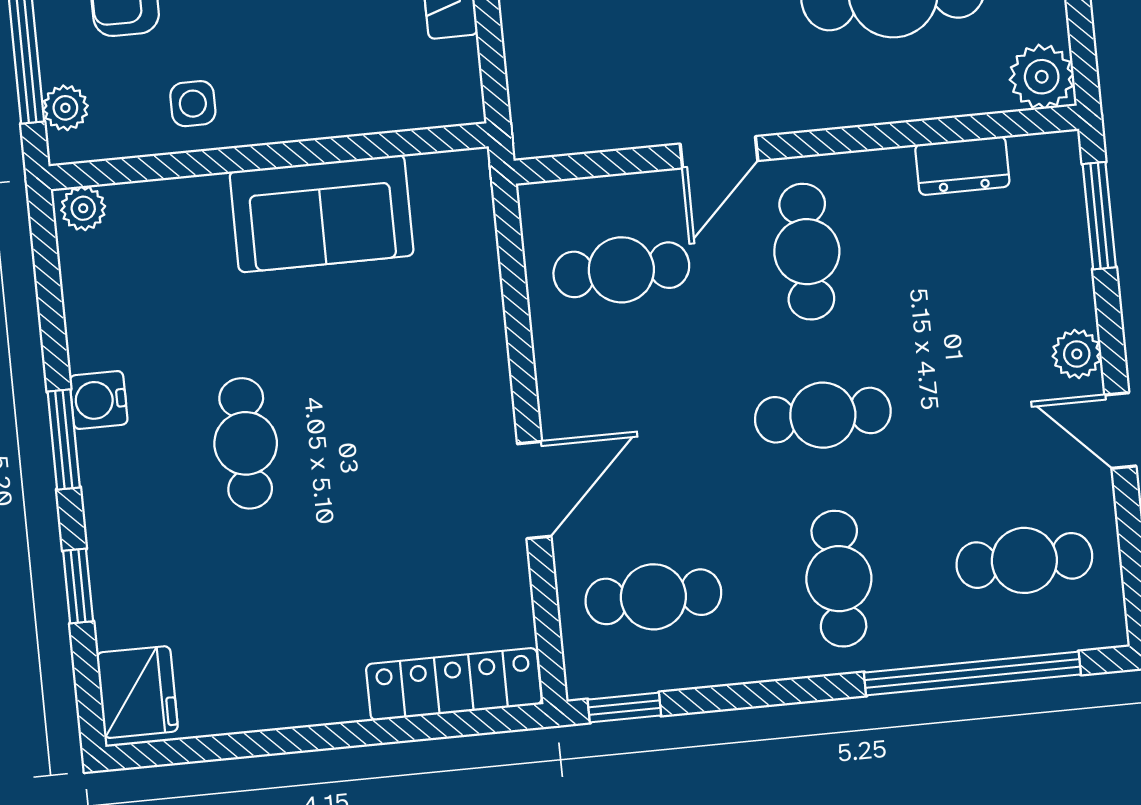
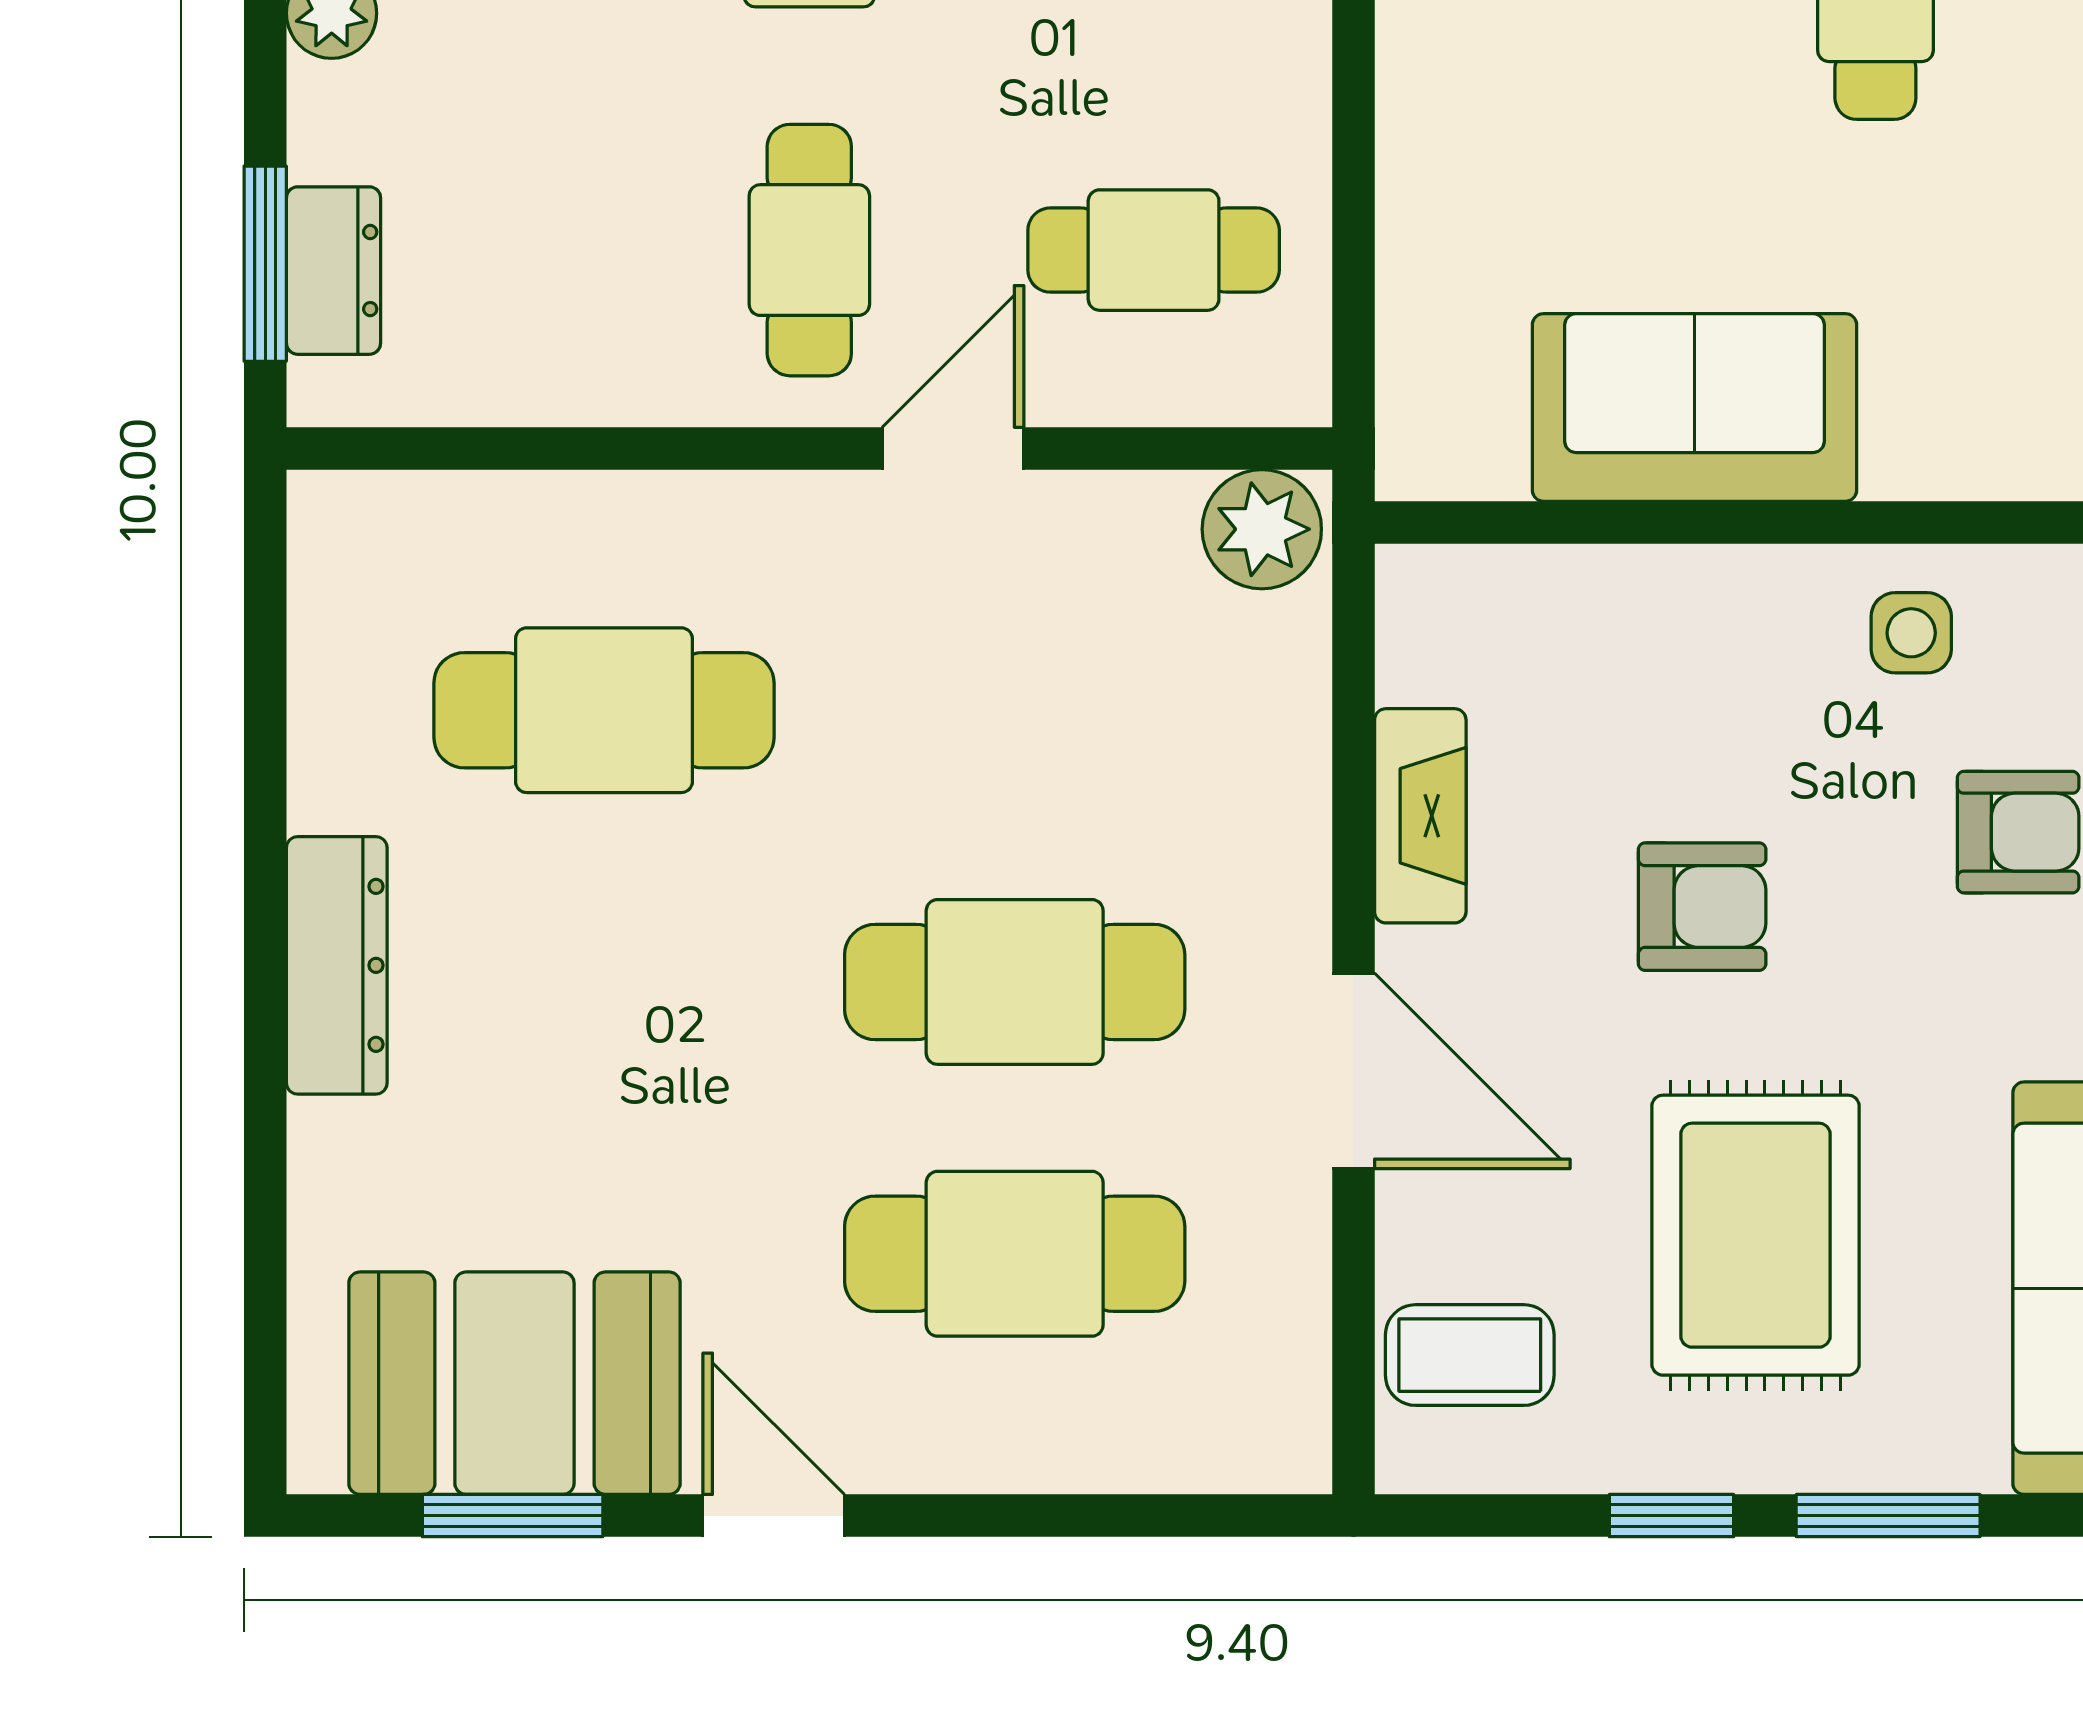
plant: (1042, 77) -> (1262, 529), moved
dresser: (962, 166) -> (333, 271), moved, turned 90

